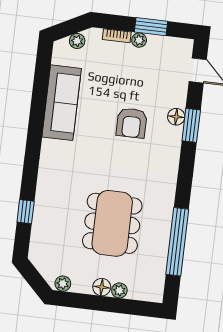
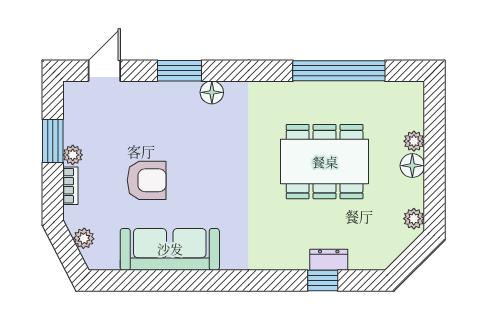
floor lamp: (176, 117) -> (212, 92), moved
armchair: (132, 123) -> (147, 180), moved
dresser: (40, 218) -> (329, 260), added

